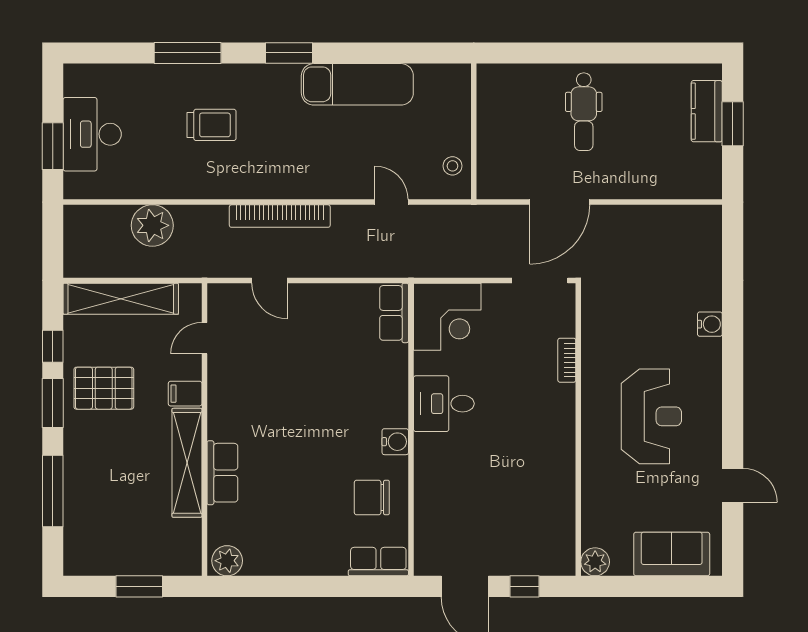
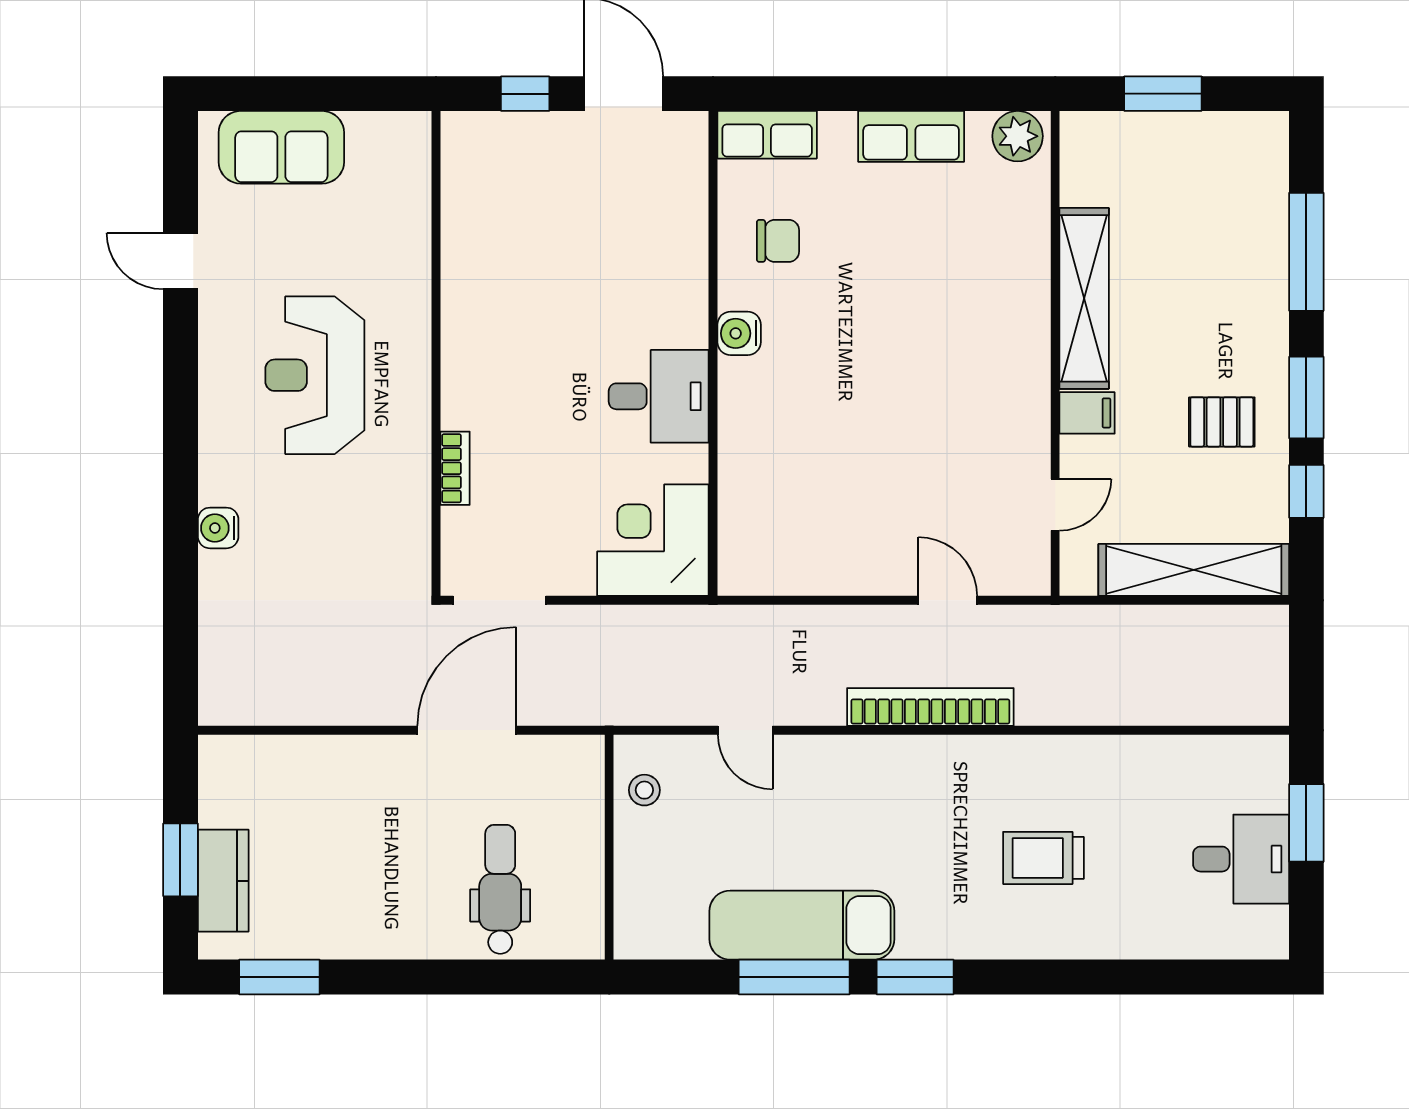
window: (188, 53) -> (794, 977), moved
window: (673, 53) -> (279, 977), added
dental chair: (584, 112) -> (500, 889), moved
desk: (92, 134) -> (1241, 859), width x0.73
plant: (152, 225) -> (1141, 691), removed
row of seats: (394, 313) -> (741, 547), removed
pallet: (104, 388) -> (1222, 422), width x0.67, depth x0.71
row of seats: (222, 473) -> (911, 136), moved, turned -90
chair: (372, 498) -> (778, 241), width x0.73, depth x0.73
plant: (595, 562) -> (408, 134), removed

